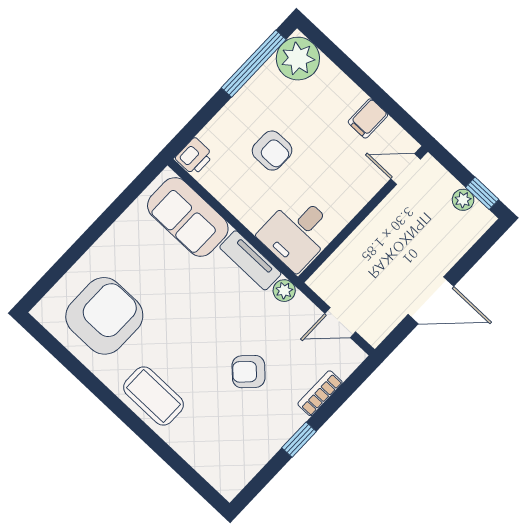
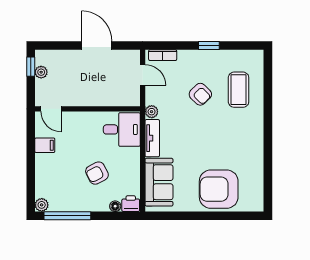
plant: (298, 59) -> (42, 205), width x0.53, depth x0.53
floor lamp: (209, 134) -> (115, 206), added
armchair: (272, 151) -> (97, 173), turned -117
armchair: (104, 316) -> (219, 189), moved
bookcase: (320, 393) -> (163, 55), moved
coffee table: (153, 396) -> (239, 90), moved

